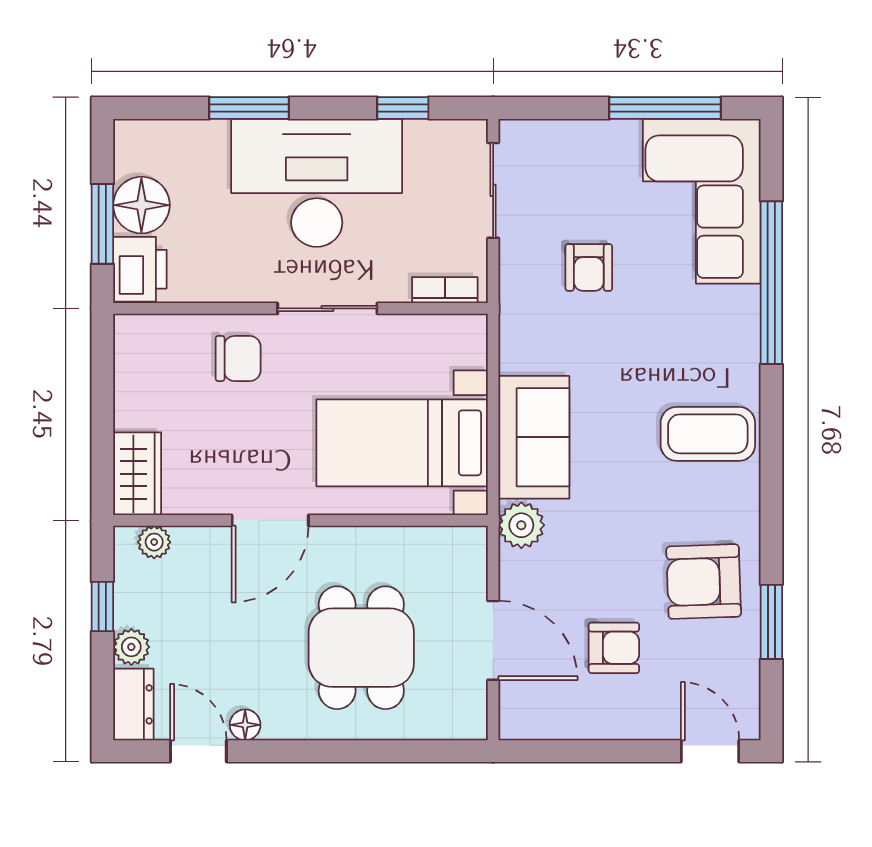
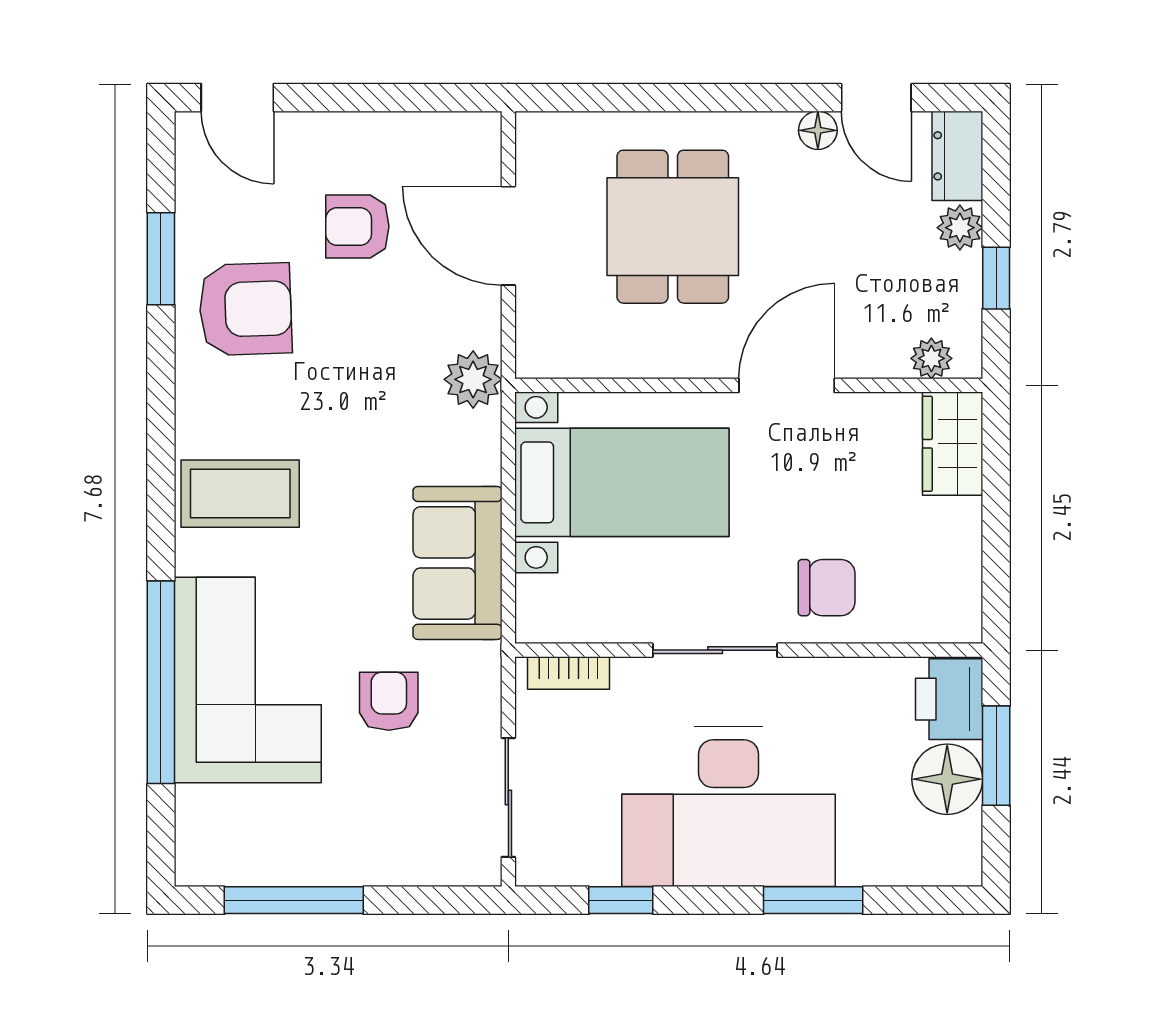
corner sofa: (702, 201) -> (248, 680), moved
chair: (238, 359) -> (827, 588), turned 180
sofa: (534, 437) -> (457, 563), moved

